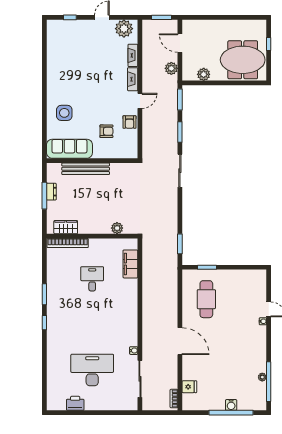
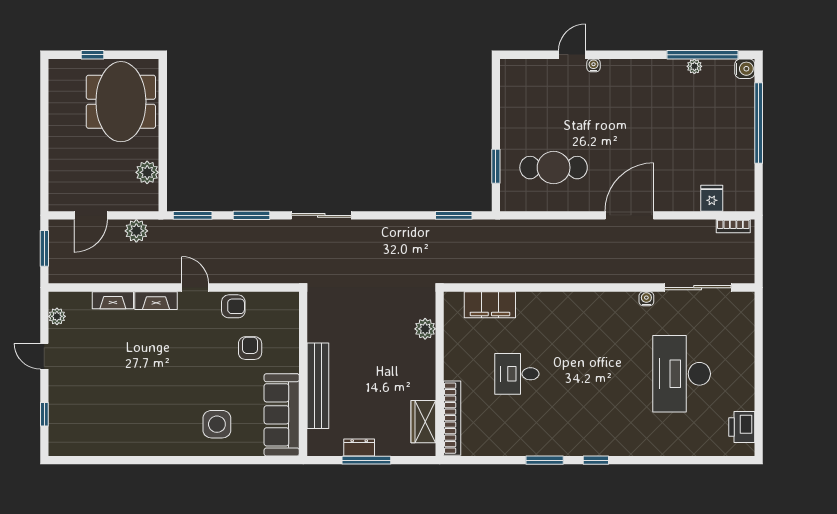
plant: (124, 29) -> (57, 316), width x0.53, depth x0.53
printer: (75, 403) -> (742, 427), moved
water cooler: (231, 405) -> (745, 69), moved

